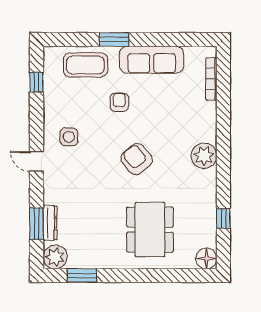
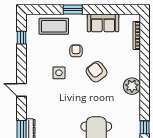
sofa: (152, 60) -> (103, 23), width x0.73
side table: (69, 137) -> (59, 73), moved
armchair: (137, 159) -> (97, 72), moved

